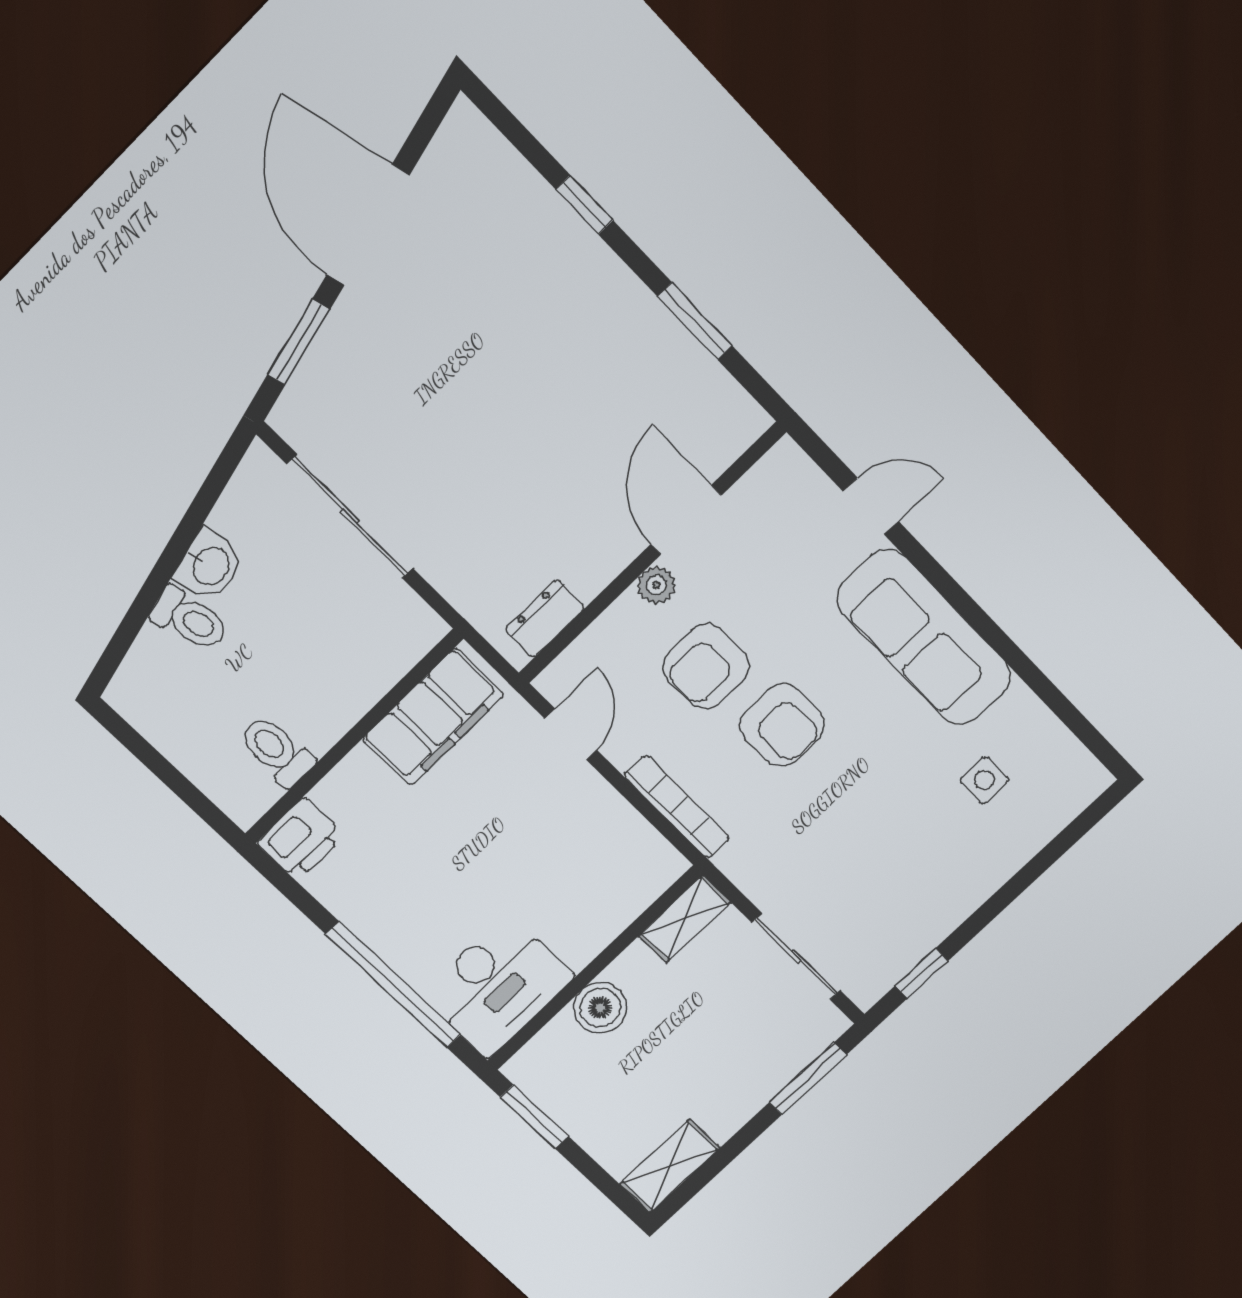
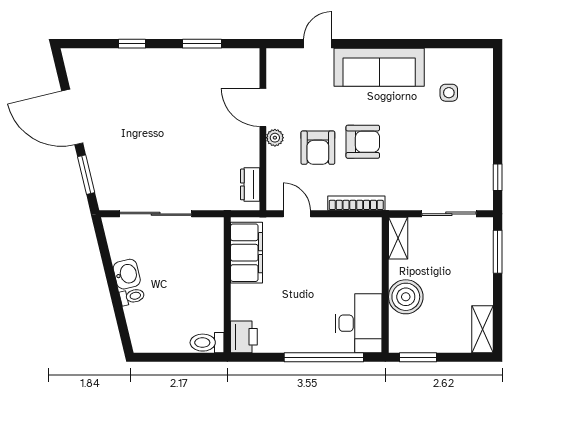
toilet: (190, 619) -> (132, 297), width x0.73, depth x0.72
toilet: (277, 751) -> (207, 343), moved
boiler: (600, 1008) -> (406, 297), width x1.37, depth x1.37

